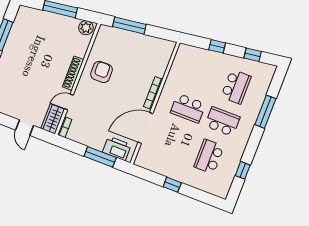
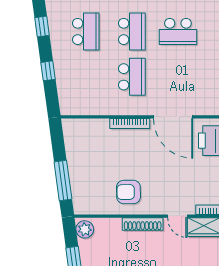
school desk: (236, 87) -> (86, 31), turned 90
school desk: (222, 122) -> (132, 31), turned 180

